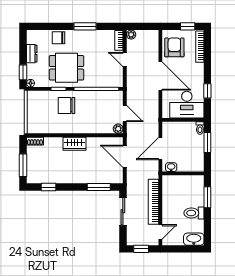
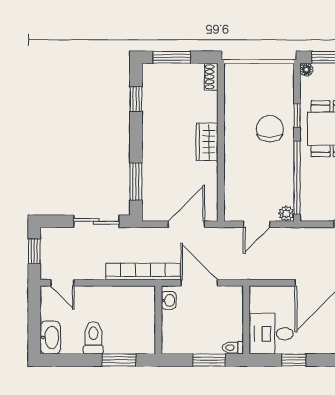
desk: (187, 105) -> (271, 334), width x0.73
plant: (118, 129) -> (286, 213), moved
bookcase: (154, 202) -> (143, 271), moved

